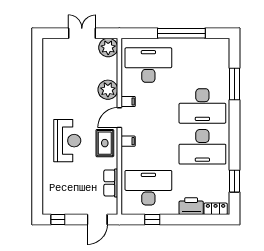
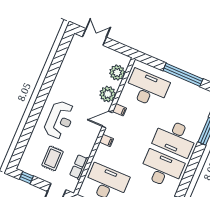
double door: (82, 33) -> (94, 37), moved
plant: (108, 48) -> (117, 73), moved
rug: (105, 143) -> (53, 158), moved
desk: (202, 147) -> (162, 169), turned 180

